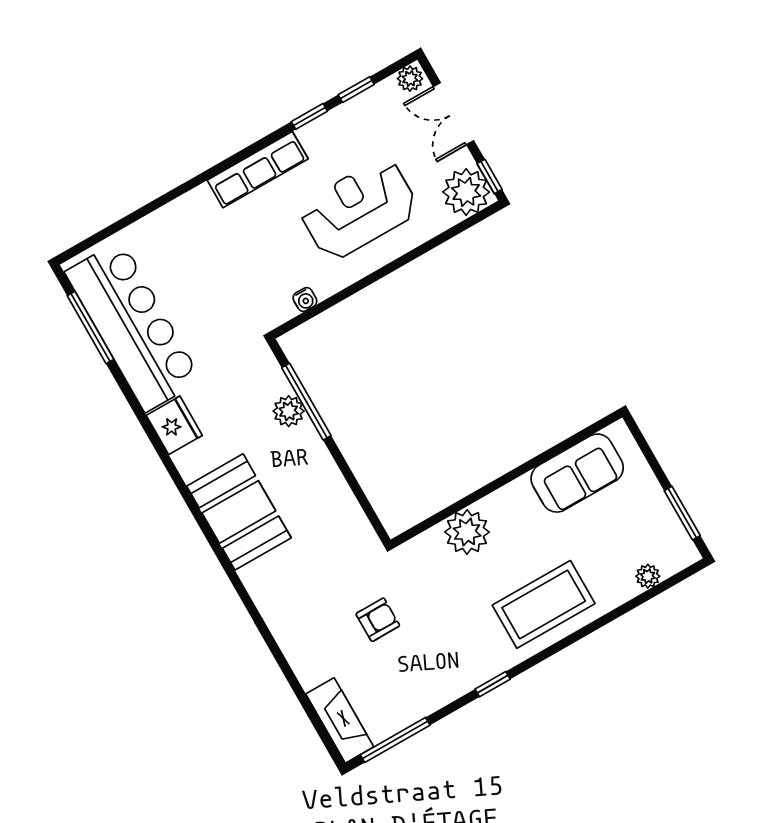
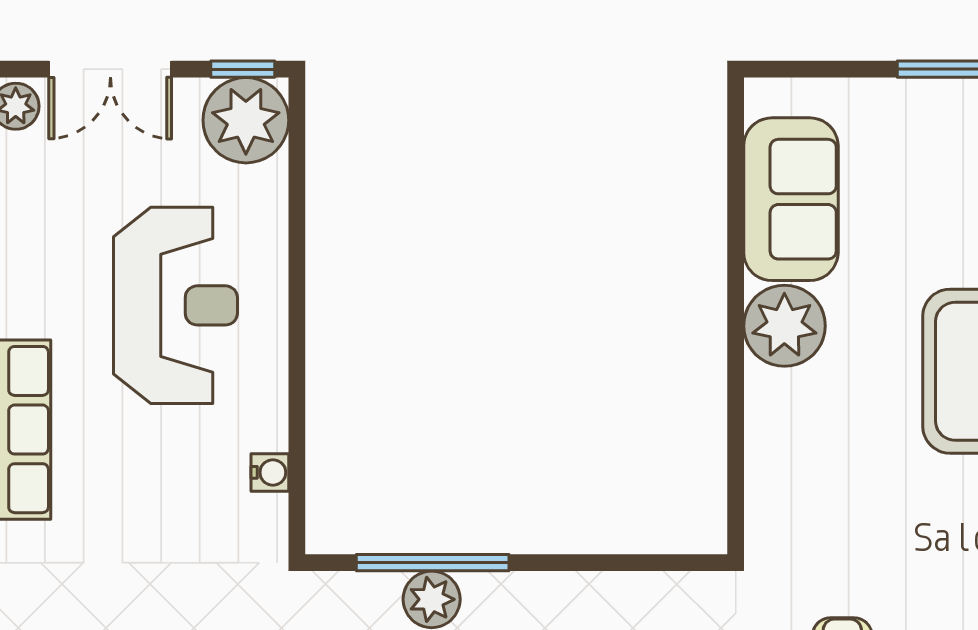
reception desk: (359, 209) -> (175, 305), turned 180
plant: (467, 532) -> (784, 326), moved

